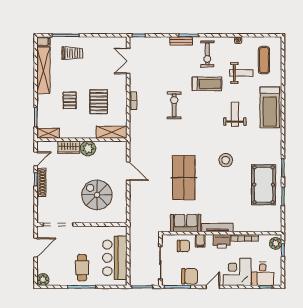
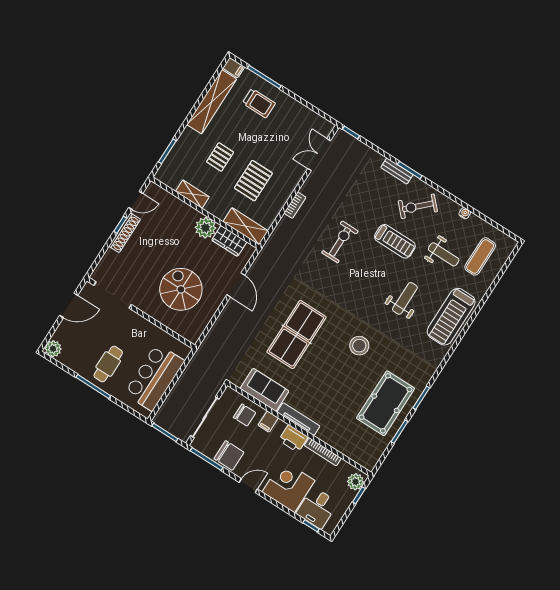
exercise bike: (207, 54) -> (418, 206), turned 46
shelving: (48, 133) -> (192, 194), moved
wardrobe: (69, 147) -> (229, 241), moved

